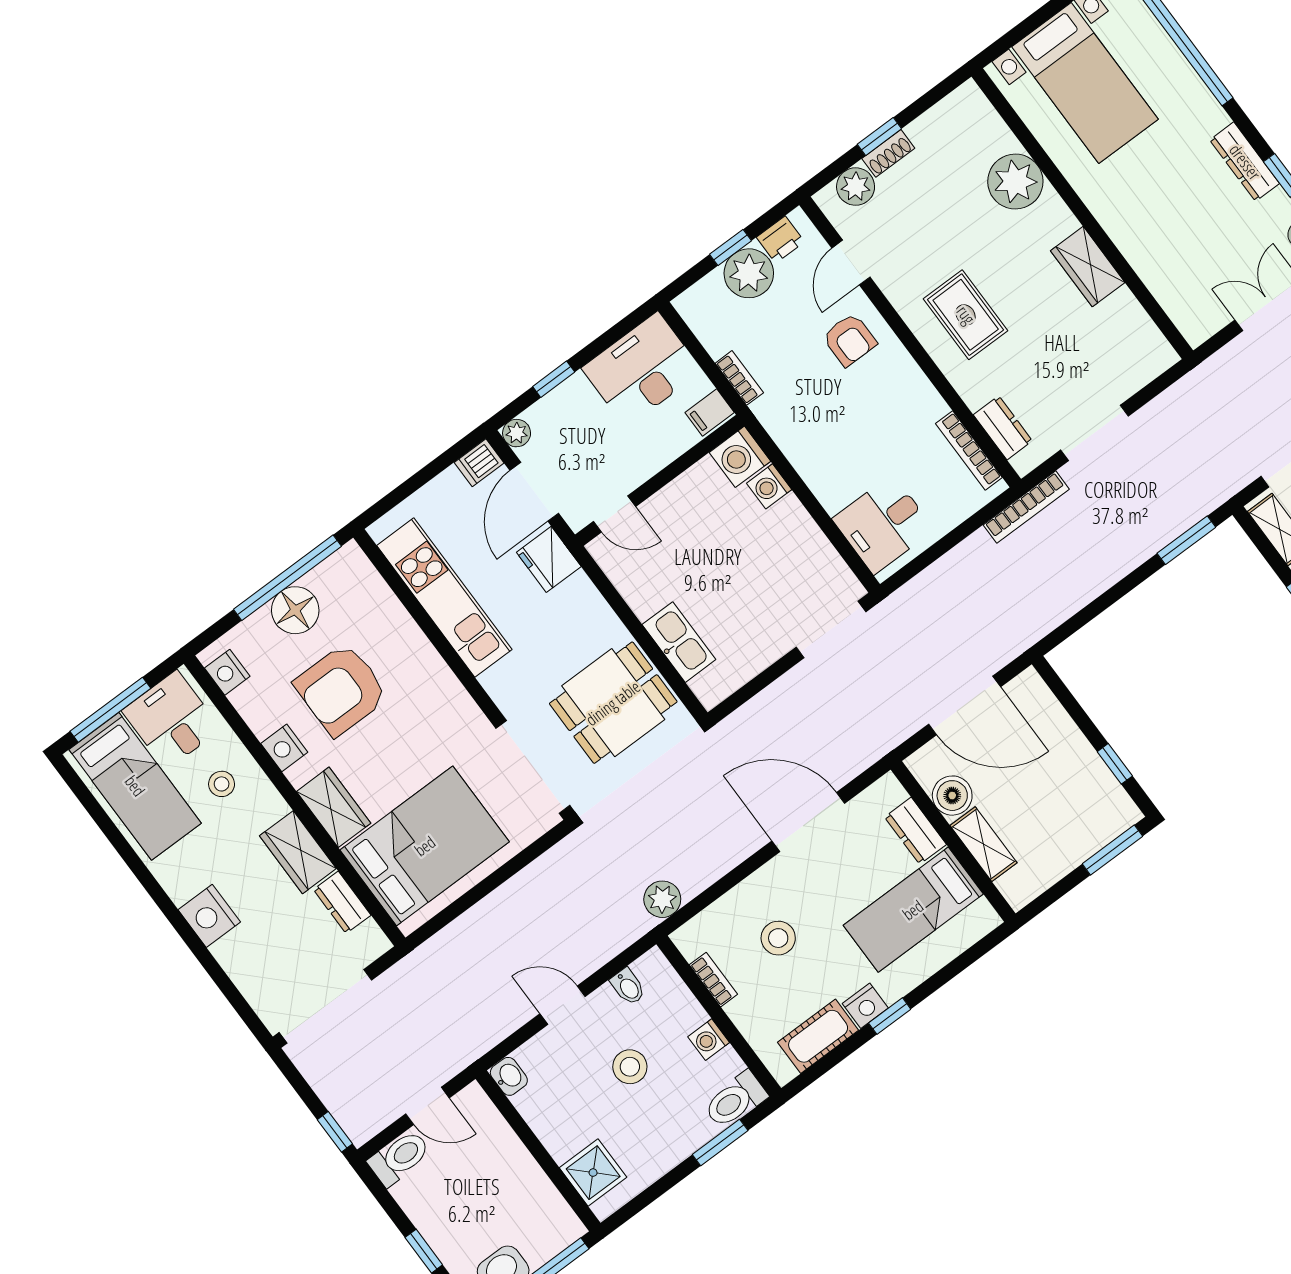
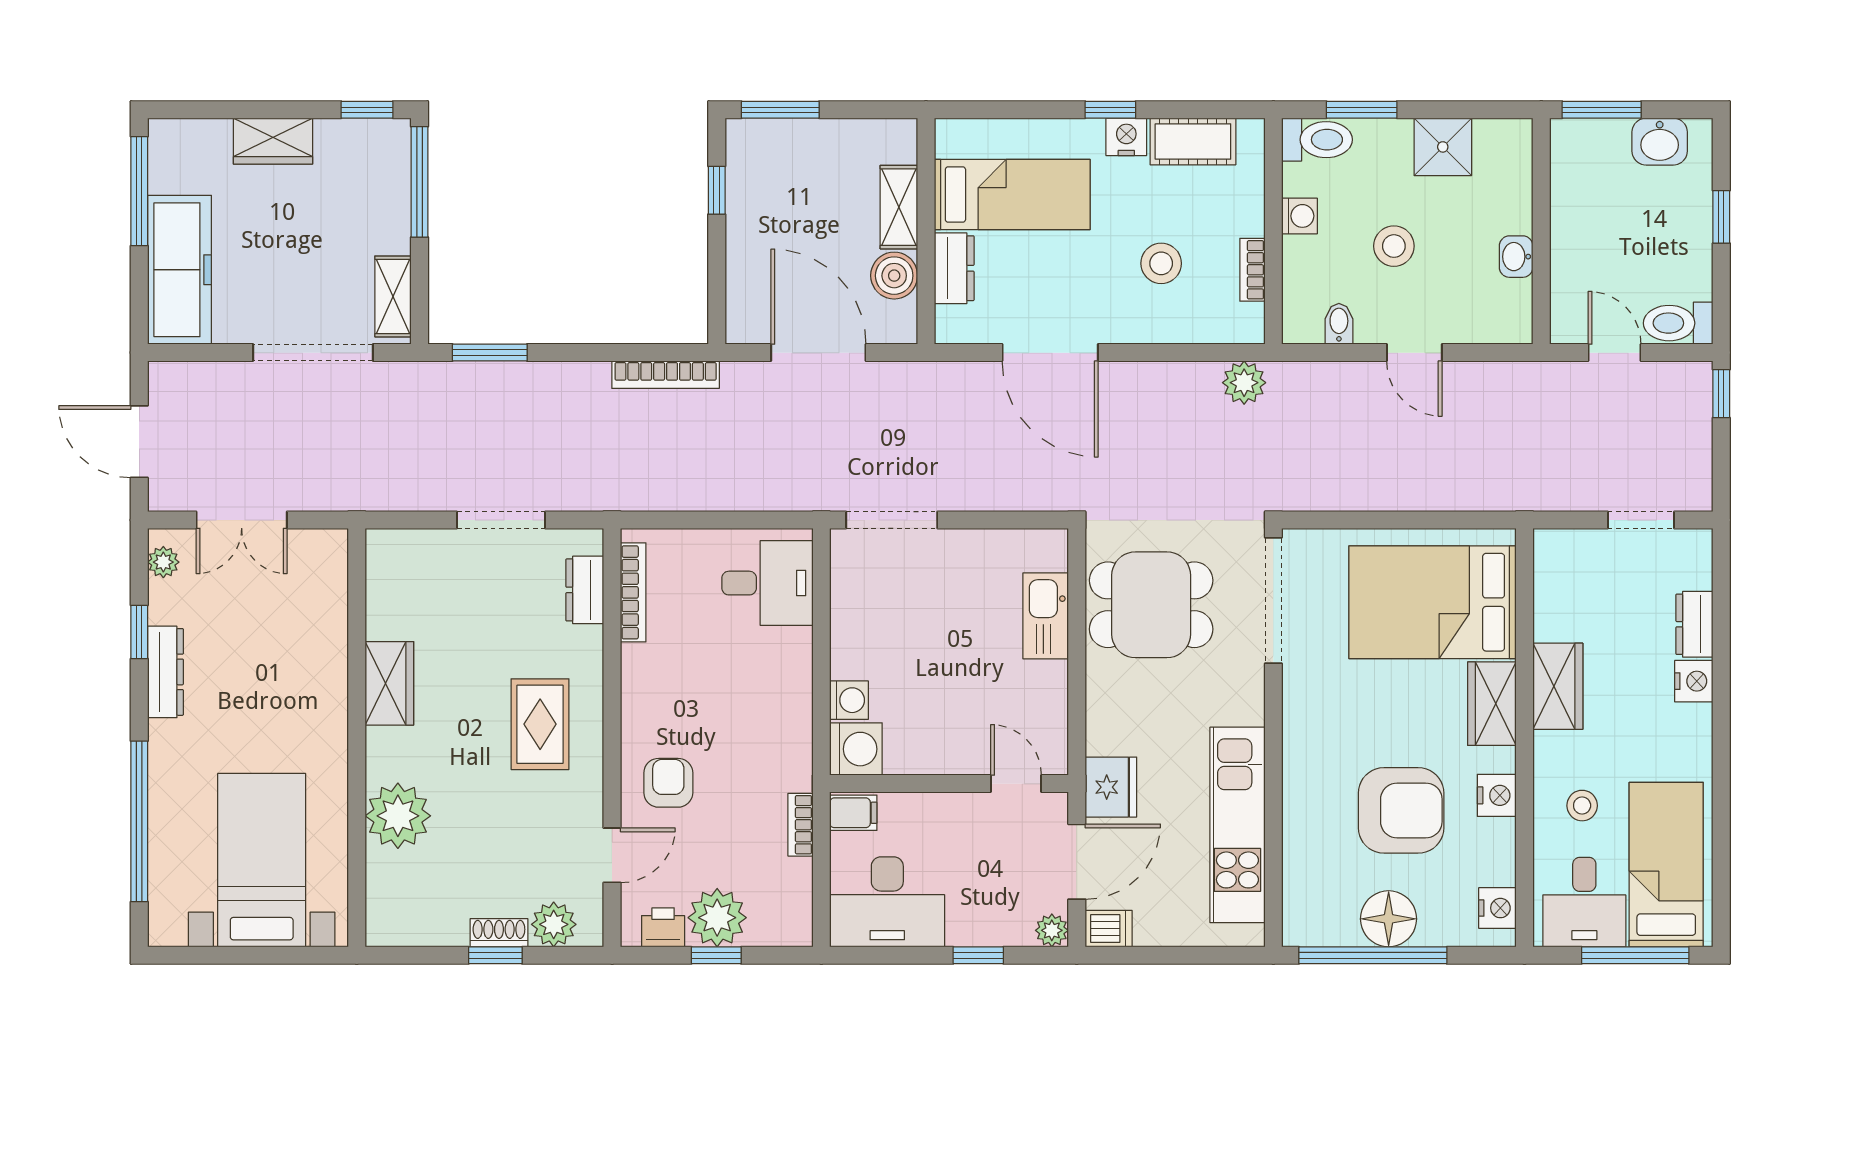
bookcase: (1026, 507) -> (666, 375), moved, turned 180
dresser: (342, 902) -> (1694, 624), moved, turned 180
nightstand: (209, 916) -> (1694, 681), width x0.74, depth x0.75
doorway: (325, 1006) -> (1641, 520), width x0.53
washbasin: (509, 1076) -> (1516, 257), moved
shower: (593, 1173) -> (1443, 147), moved

